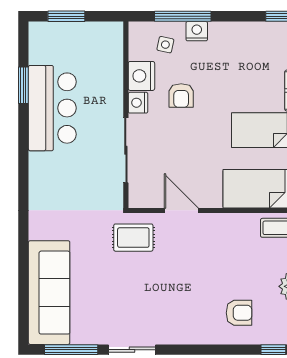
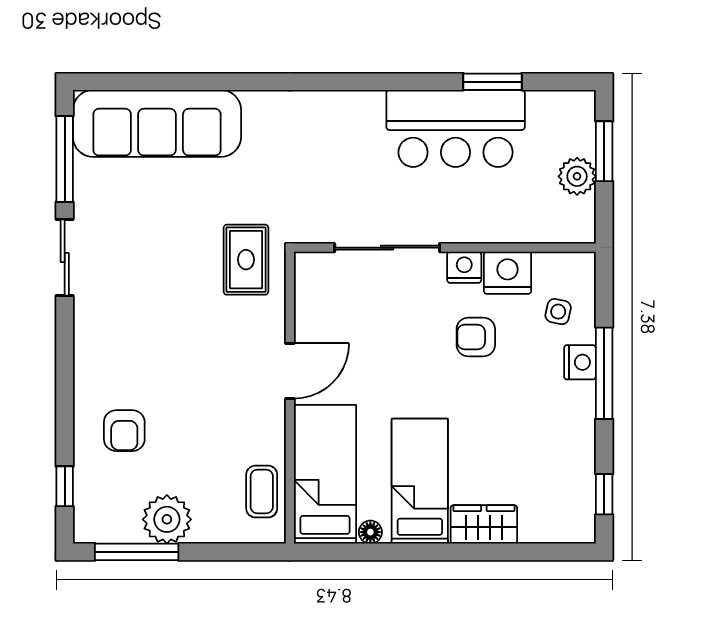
window: (183, 16) -> (604, 373), moved
plant: (82, 33) -> (577, 176), added
door: (181, 210) -> (290, 371), moved

